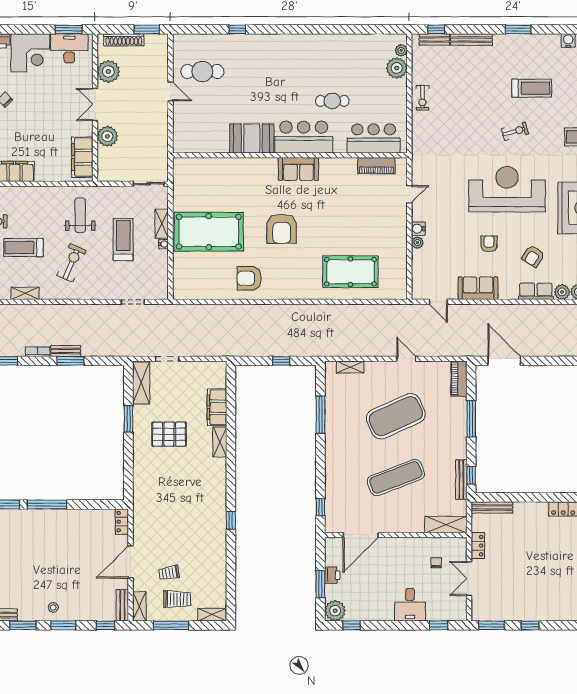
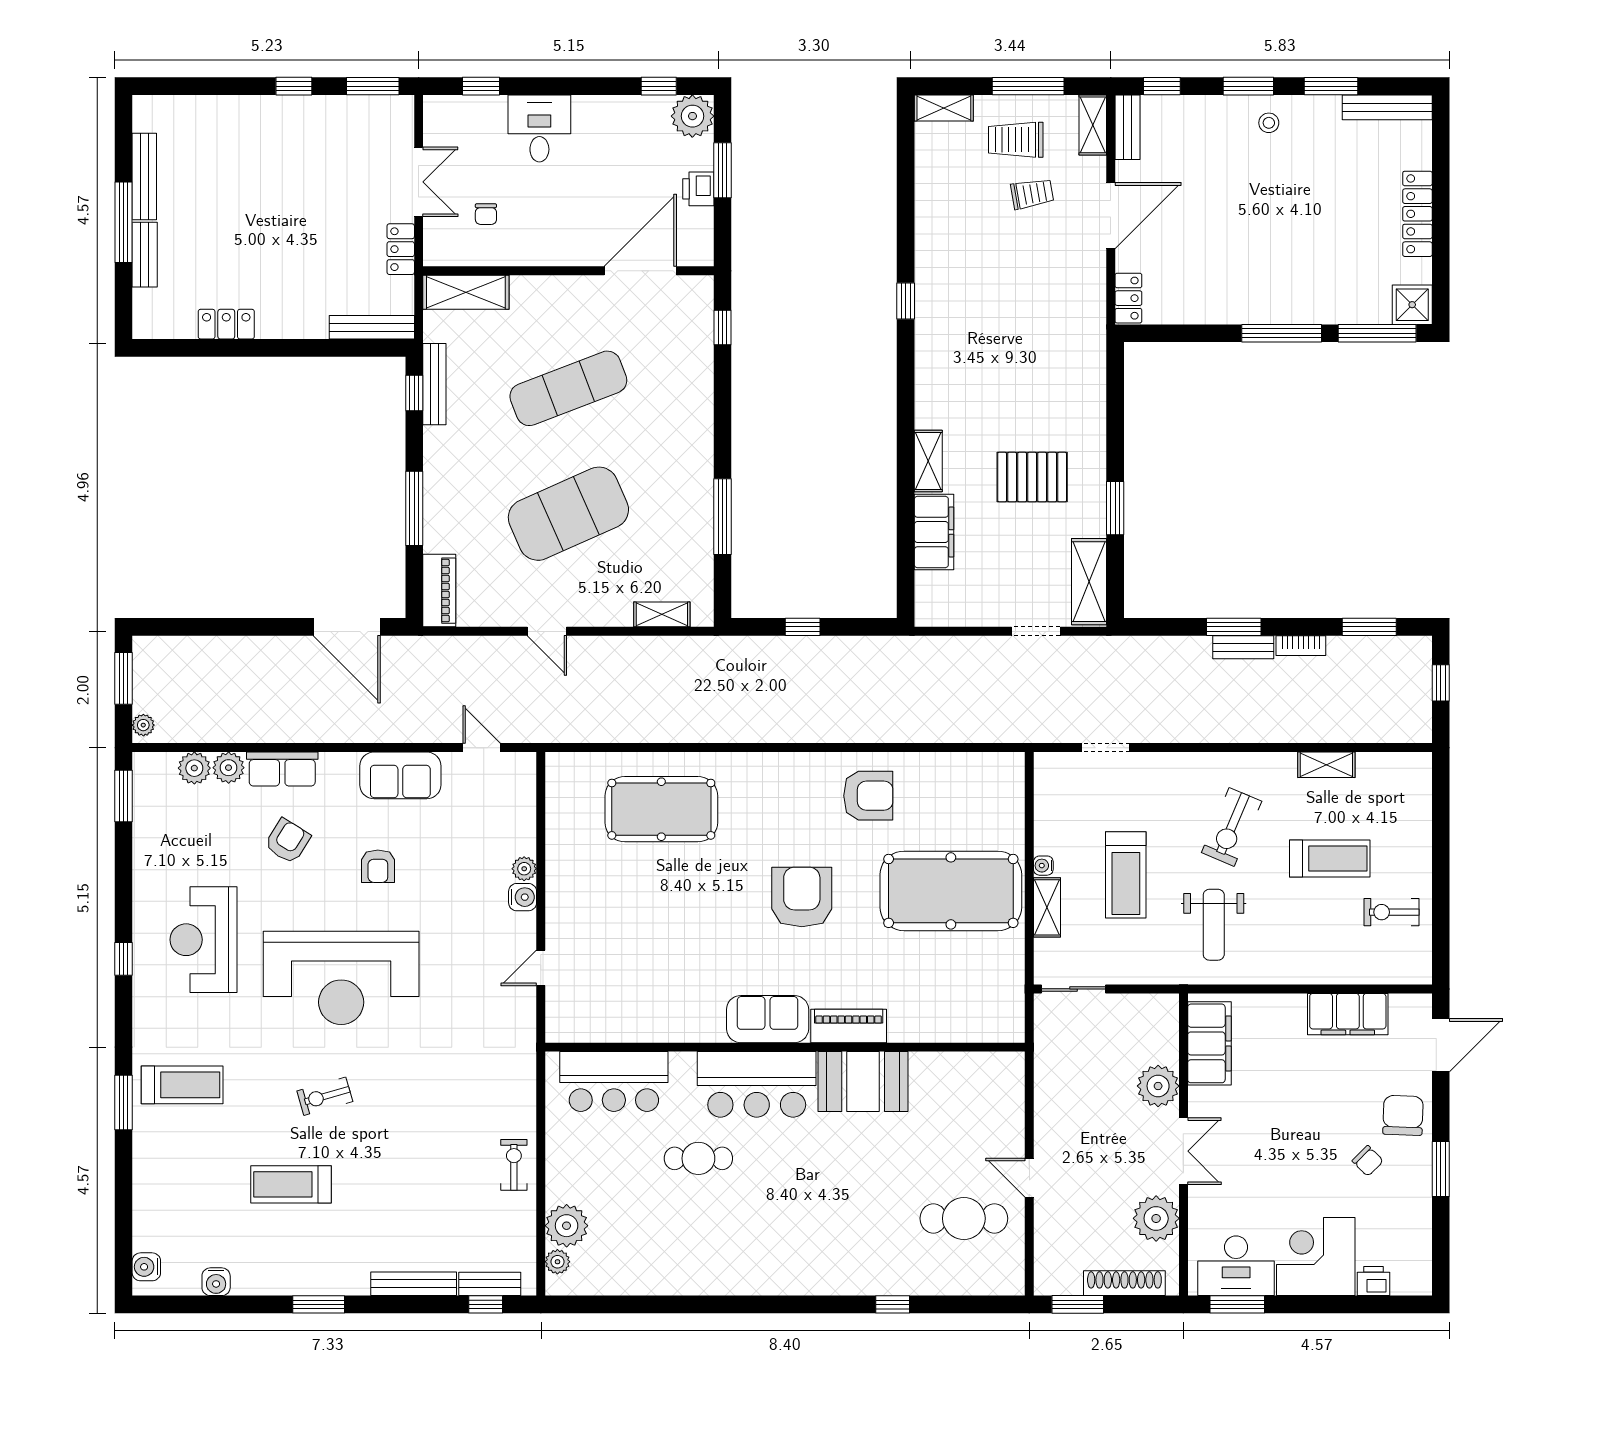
piano: (376, 166) -> (849, 1026), moved

